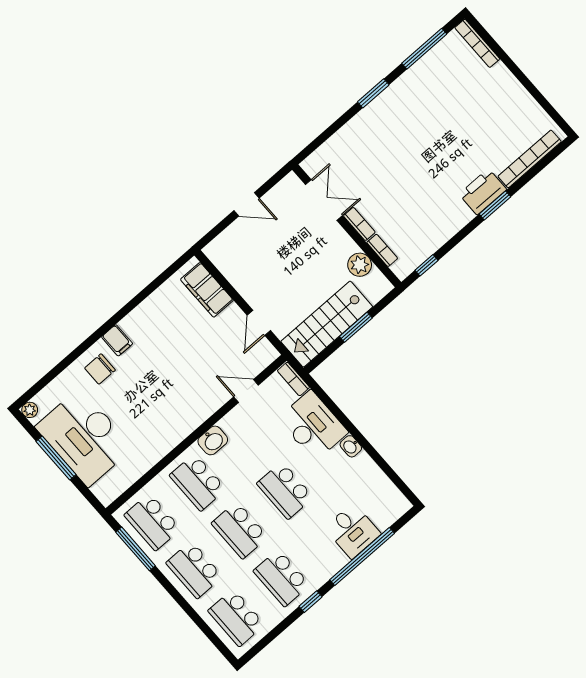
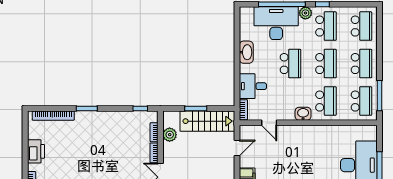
printer: (483, 192) -> (36, 151), moved, turned -90
desk: (313, 425) -> (253, 86), width x0.73
washbasin: (351, 446) -> (246, 52), width x1.91, depth x1.45
desk: (353, 531) -> (276, 23), width x1.87, depth x1.30
plant: (322, 572) -> (305, 13), added

